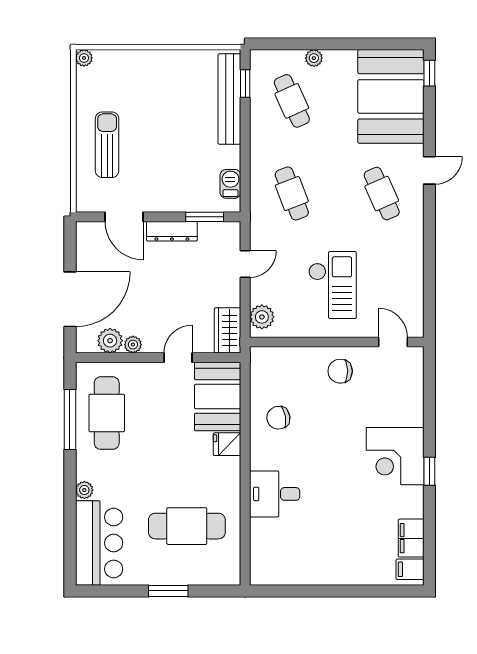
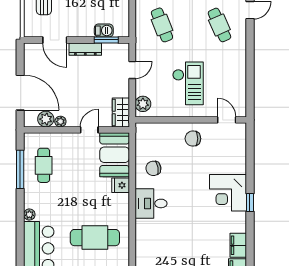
barbecue: (230, 184) -> (104, 31), moved, turned 90
door: (70, 299) -> (20, 93), hinge flipped
cafe table: (107, 413) -> (44, 165), width x0.73, depth x0.74
desk: (275, 494) -> (151, 203), moved

